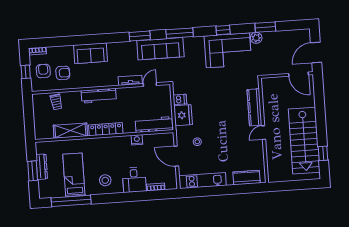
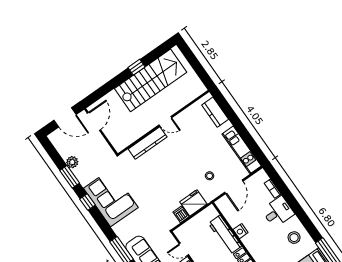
window: (223, 30) -> (87, 202), moved
plant: (256, 38) -> (72, 162), moved
workbench: (154, 125) -> (225, 235), moved
window: (323, 153) -> (136, 67), moved

